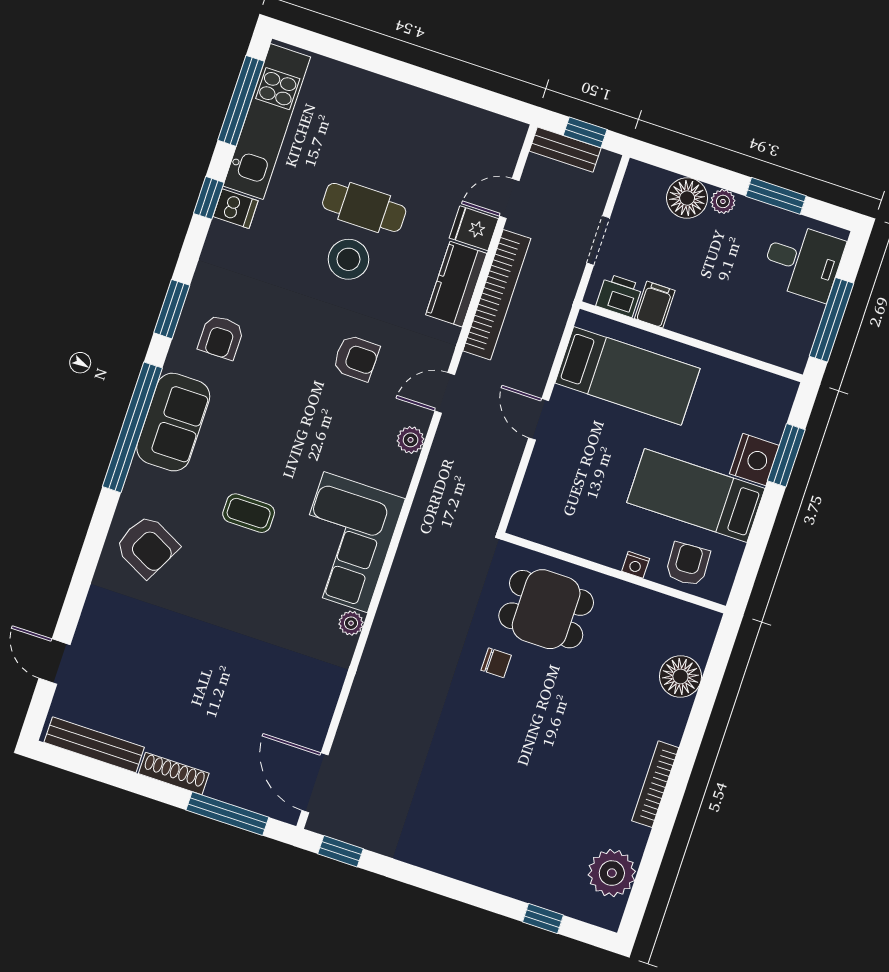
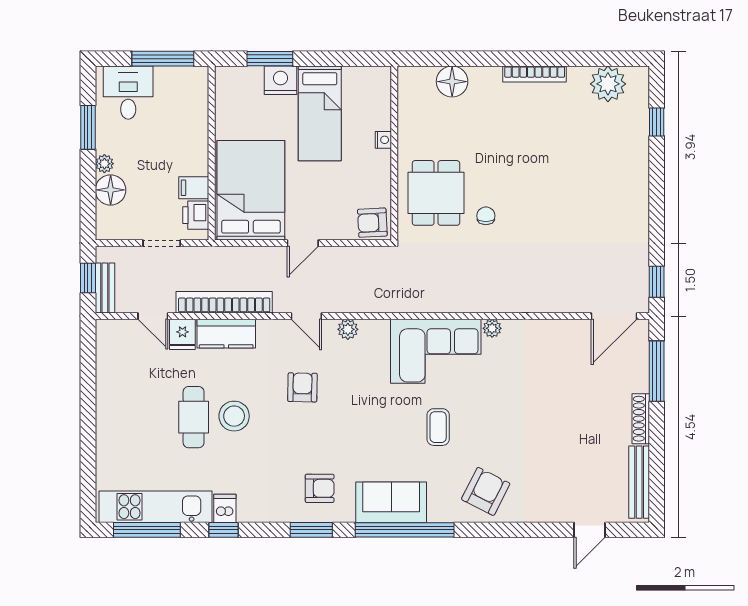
bed: (627, 376) -> (251, 190), width x1.50
armchair: (688, 564) -> (372, 223), moved

